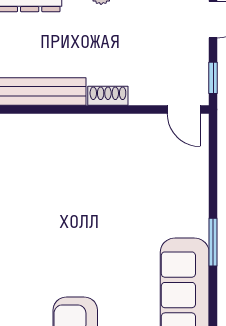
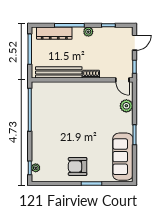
plant: (193, 172) -> (126, 106), added

